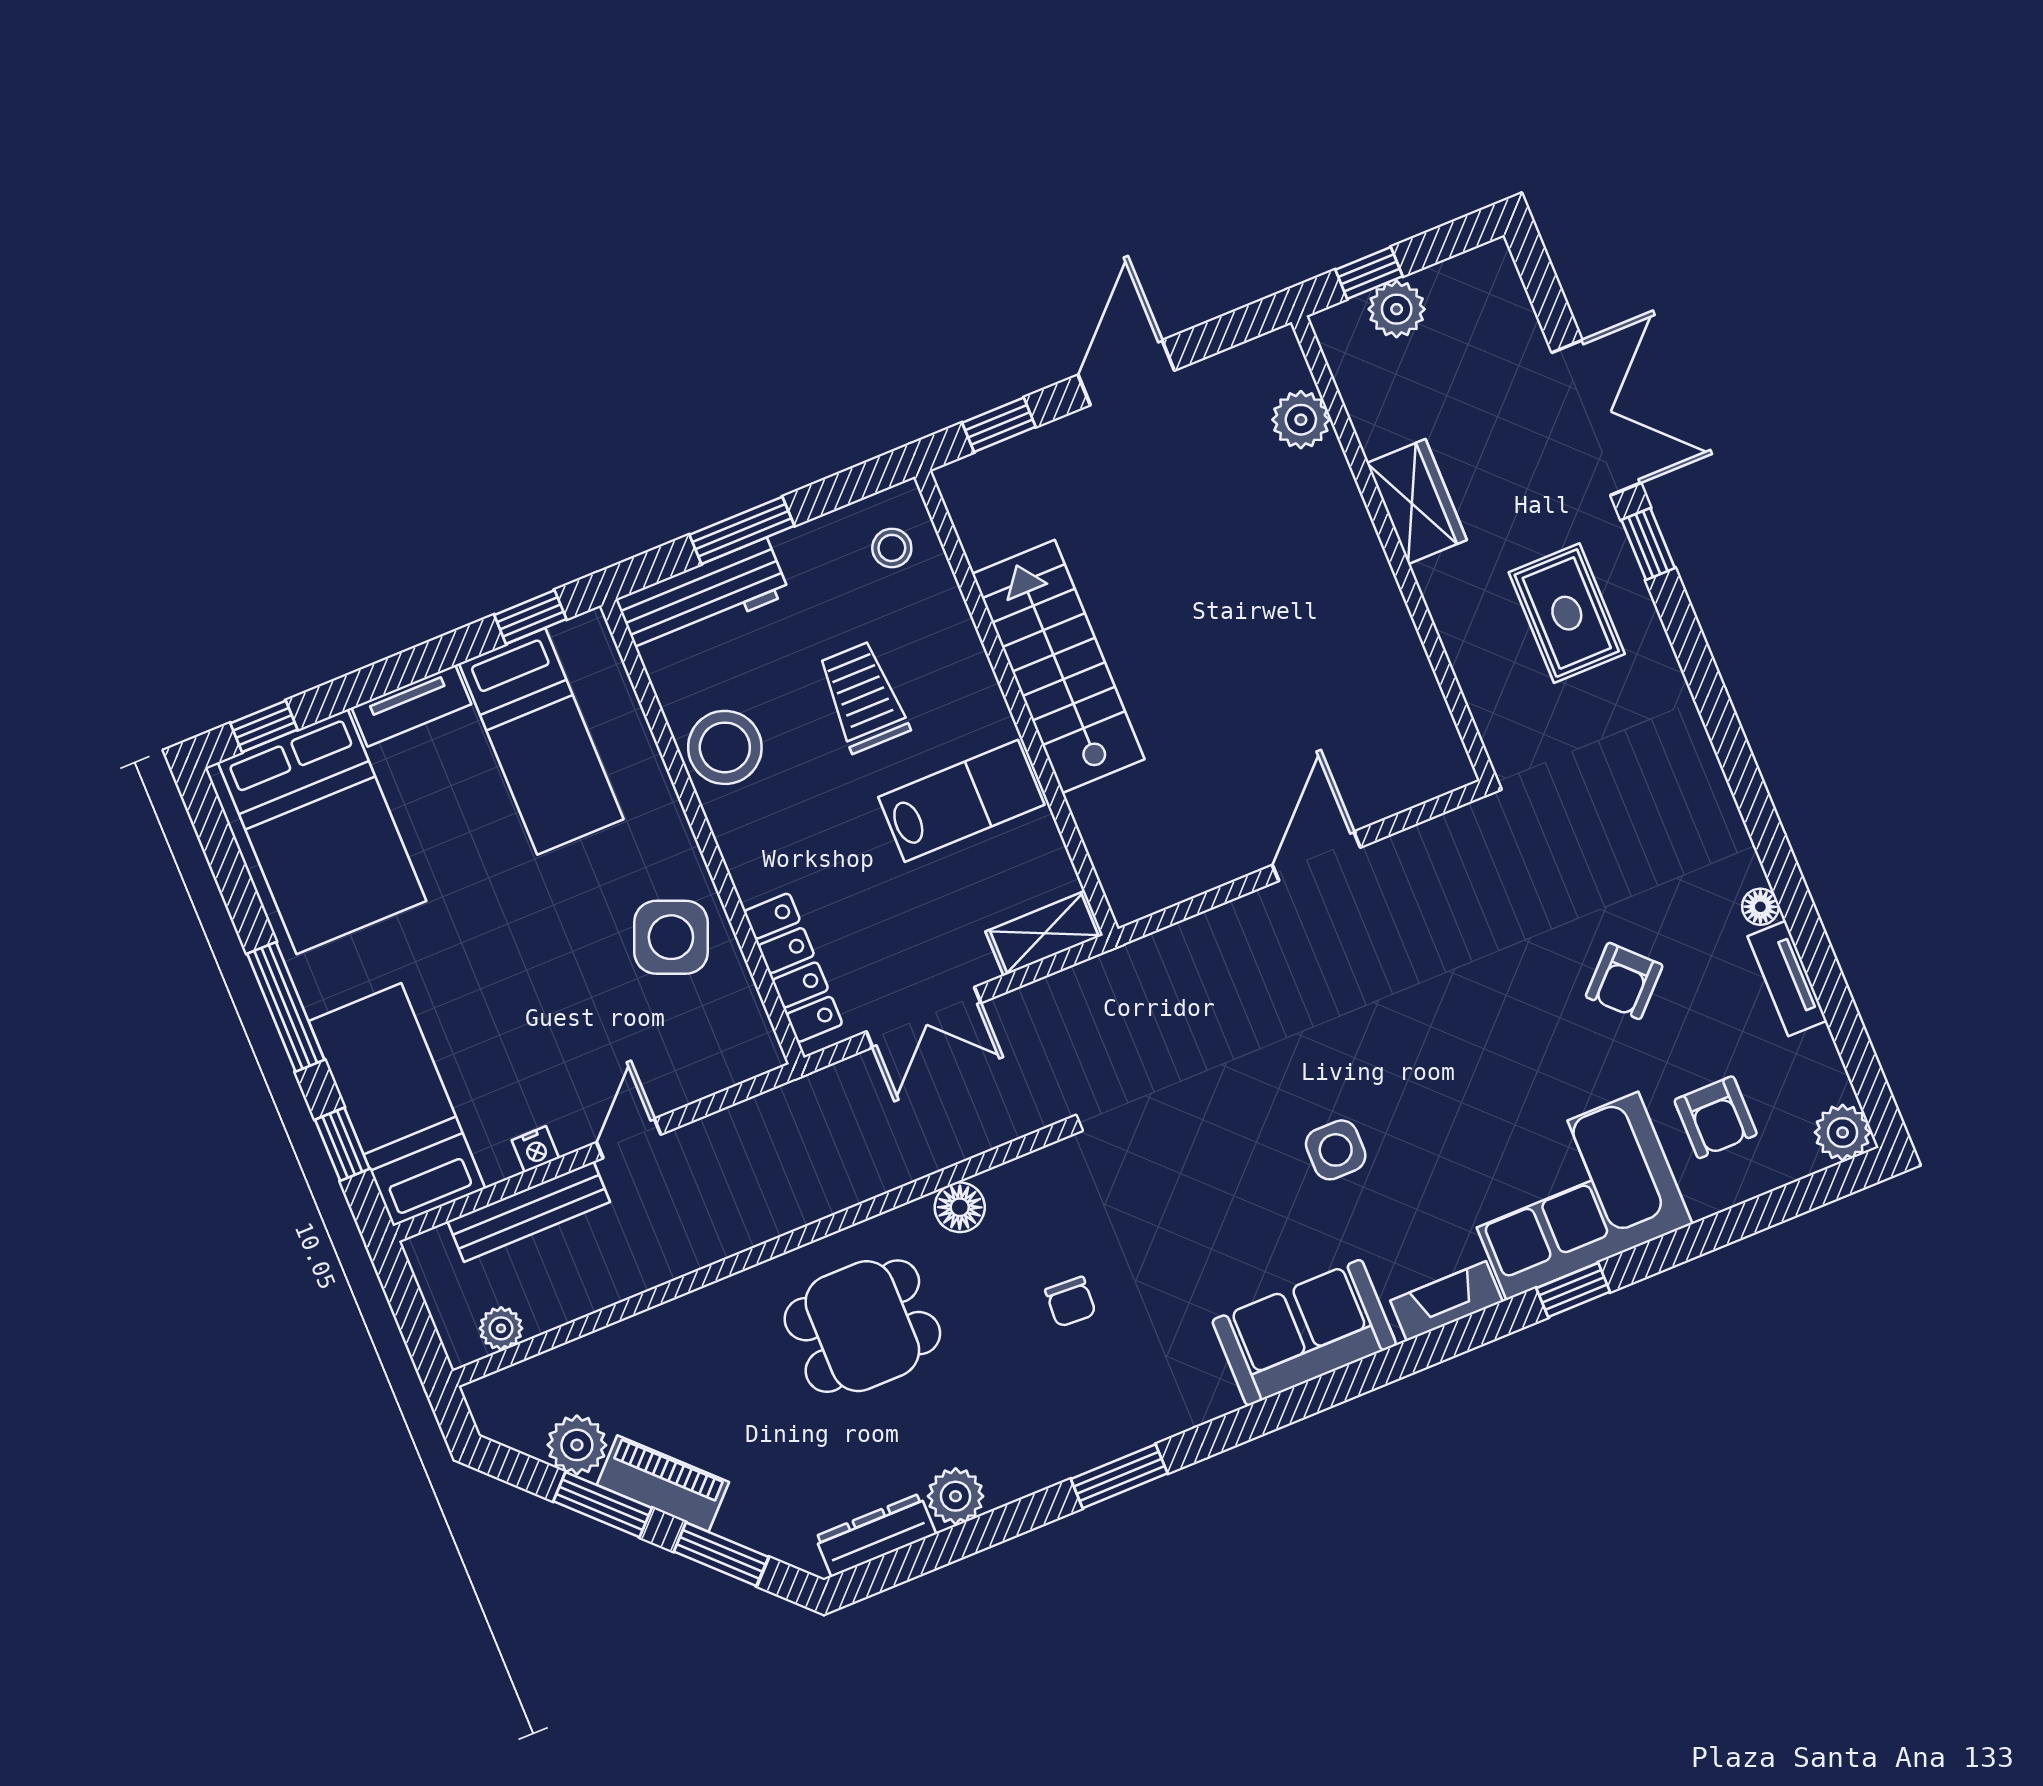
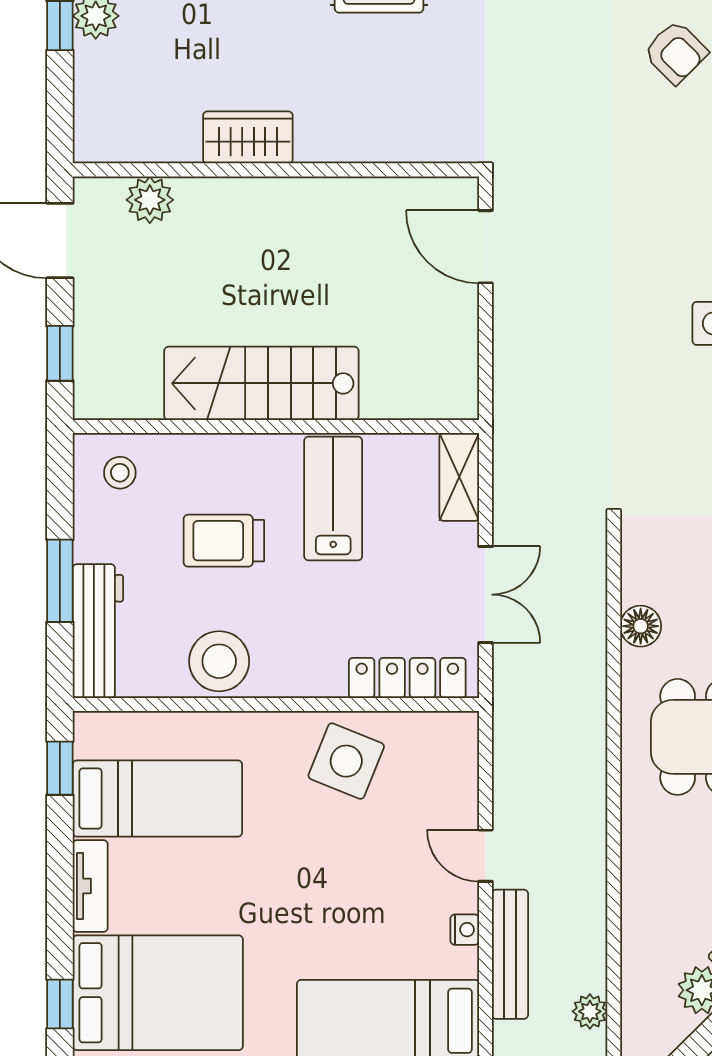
plant: (1301, 420) -> (150, 200), moved
wardrobe: (1417, 502) -> (248, 137), moved
wall: (1393, 548) -> (276, 170), moved

